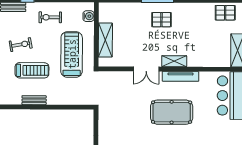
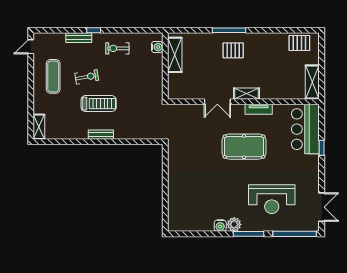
shelving: (105, 40) -> (175, 55), moved
treadmill: (72, 54) -> (140, 87), removed
tv unit: (180, 76) -> (259, 109), width x0.71

